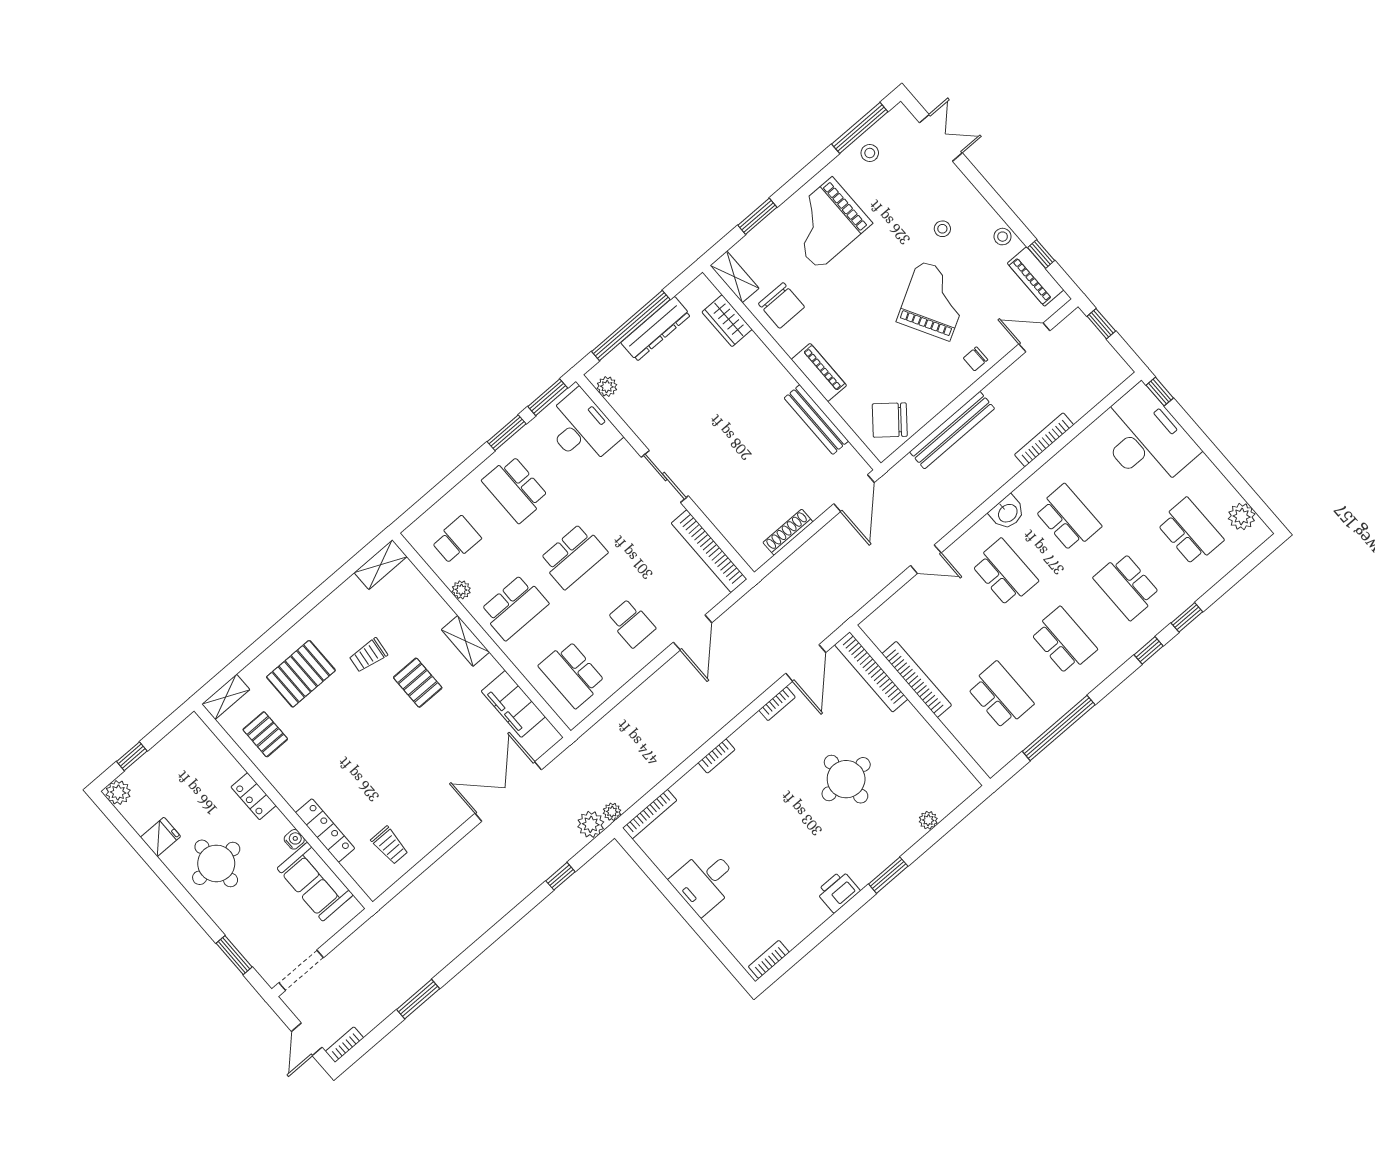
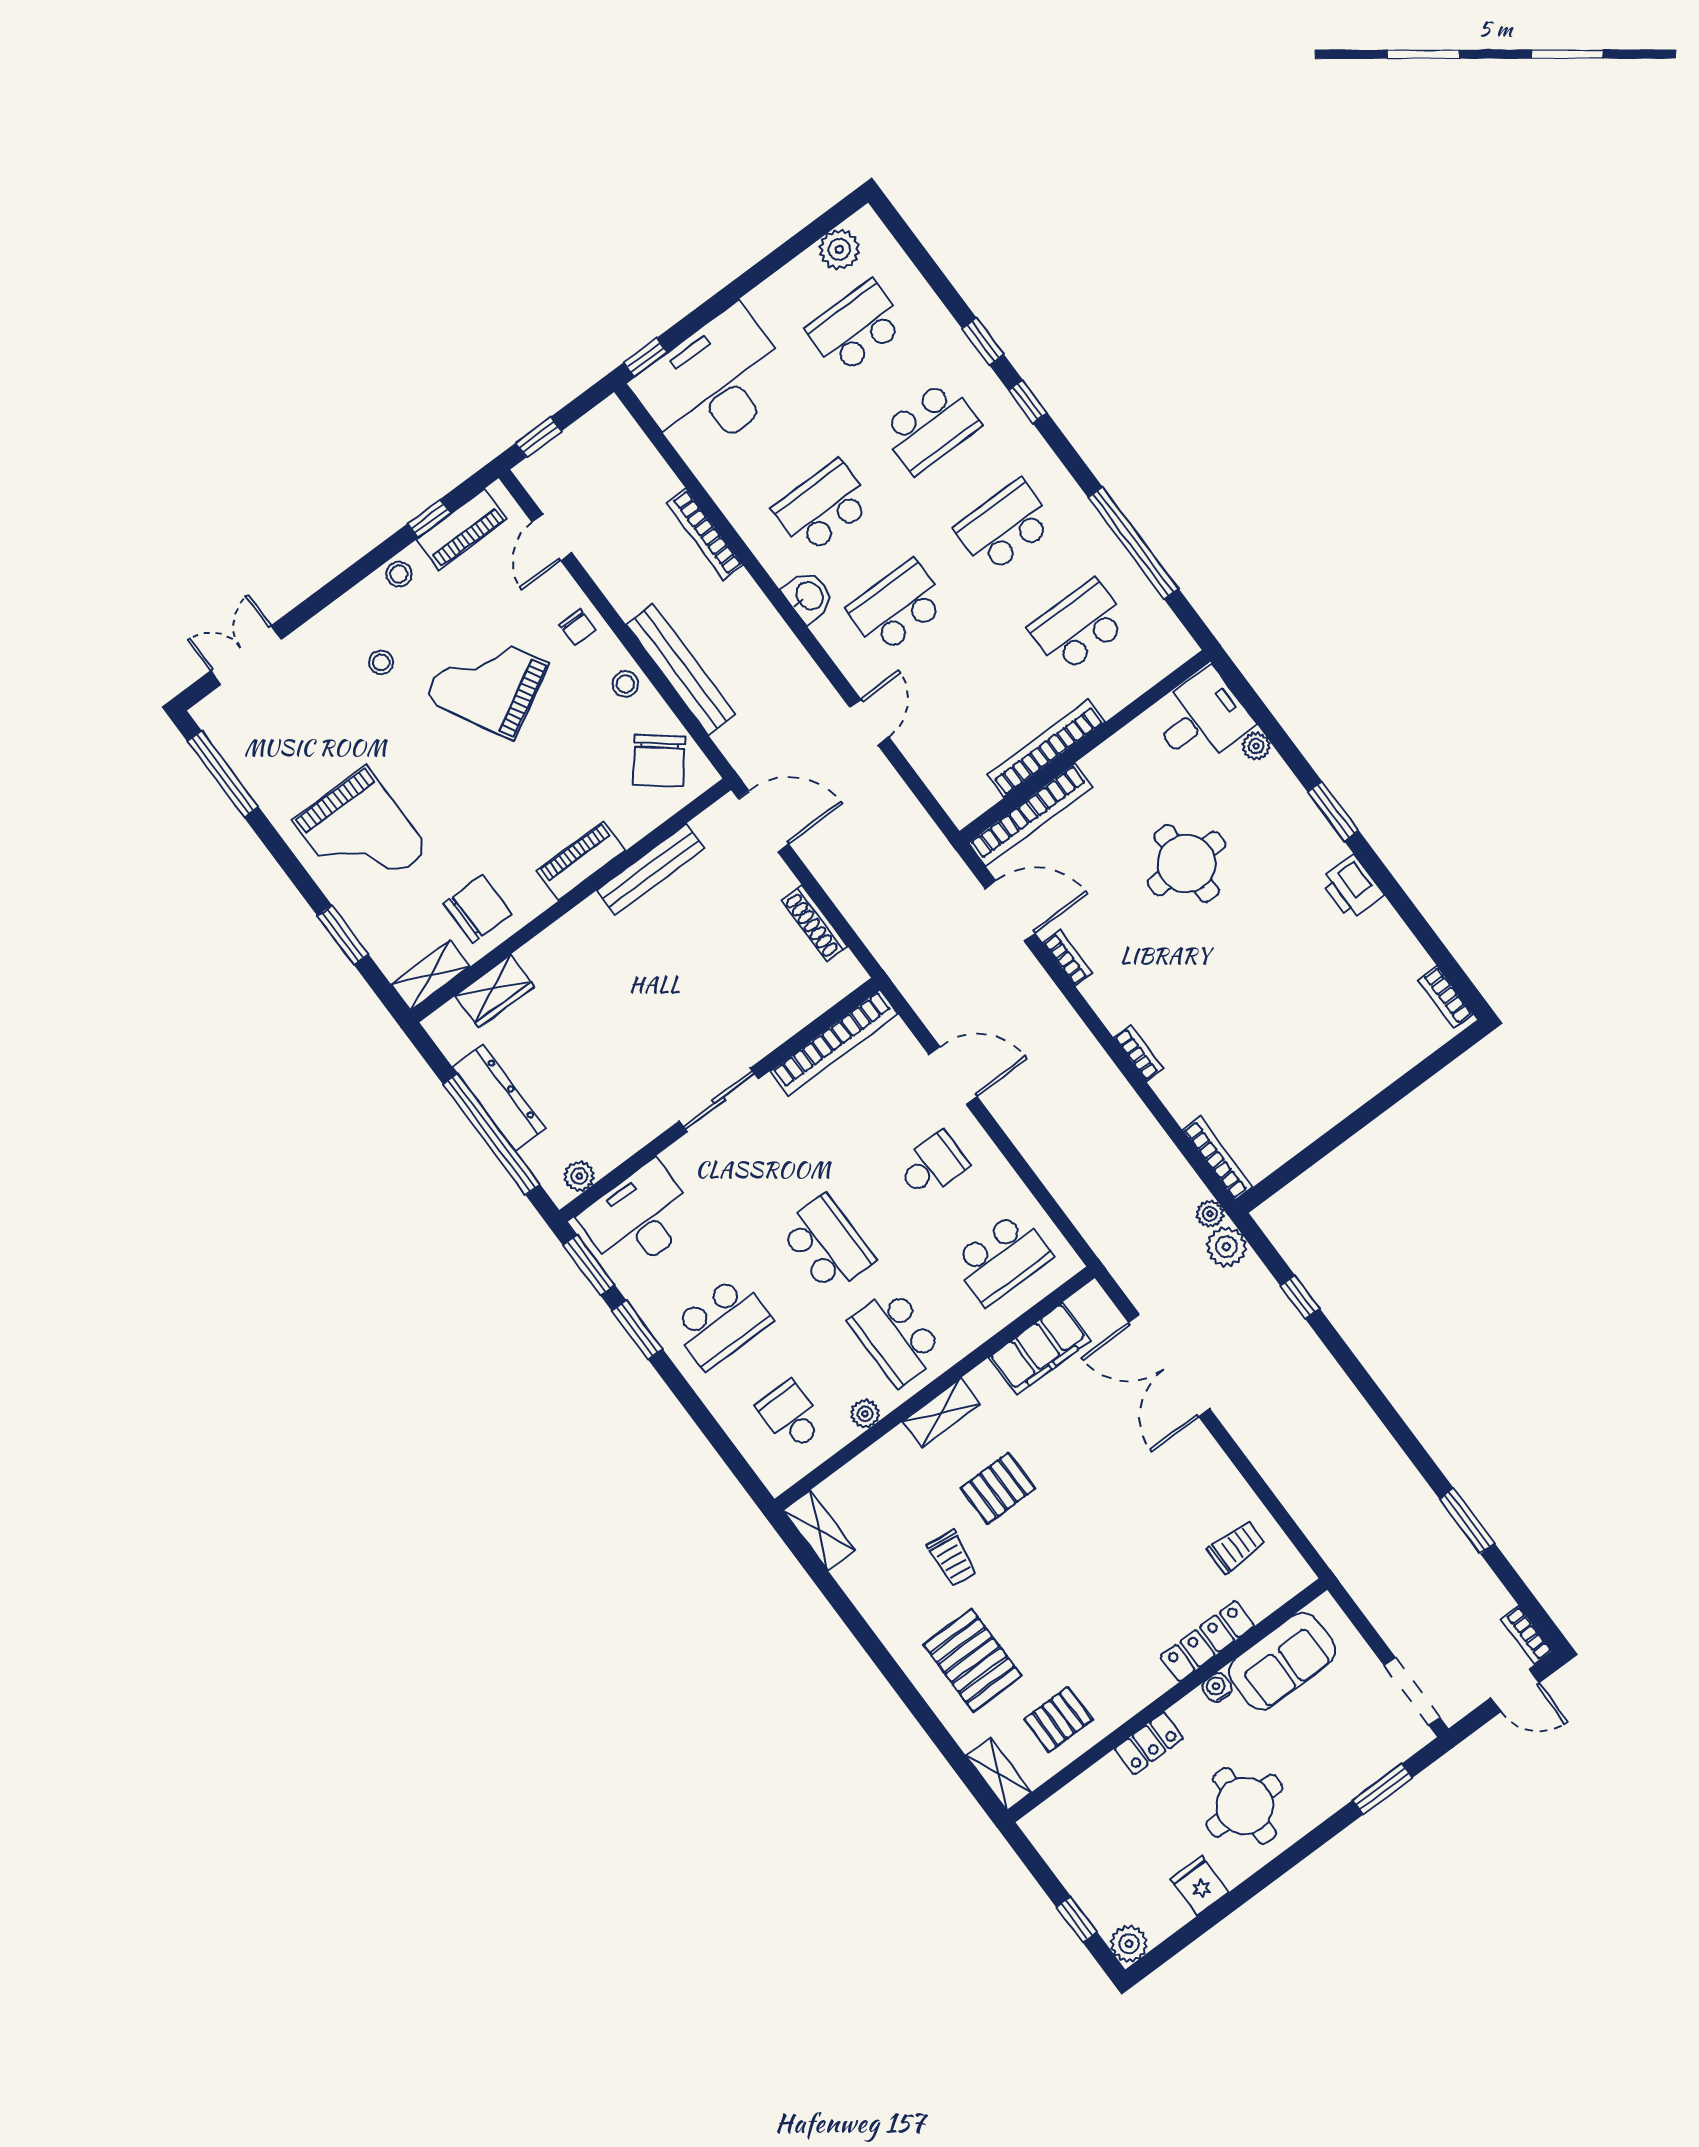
stool: (870, 153) -> (625, 684), moved
school desk: (514, 607) -> (896, 1337), turned 180
desk: (705, 881) -> (1201, 718), moved, turned -90

